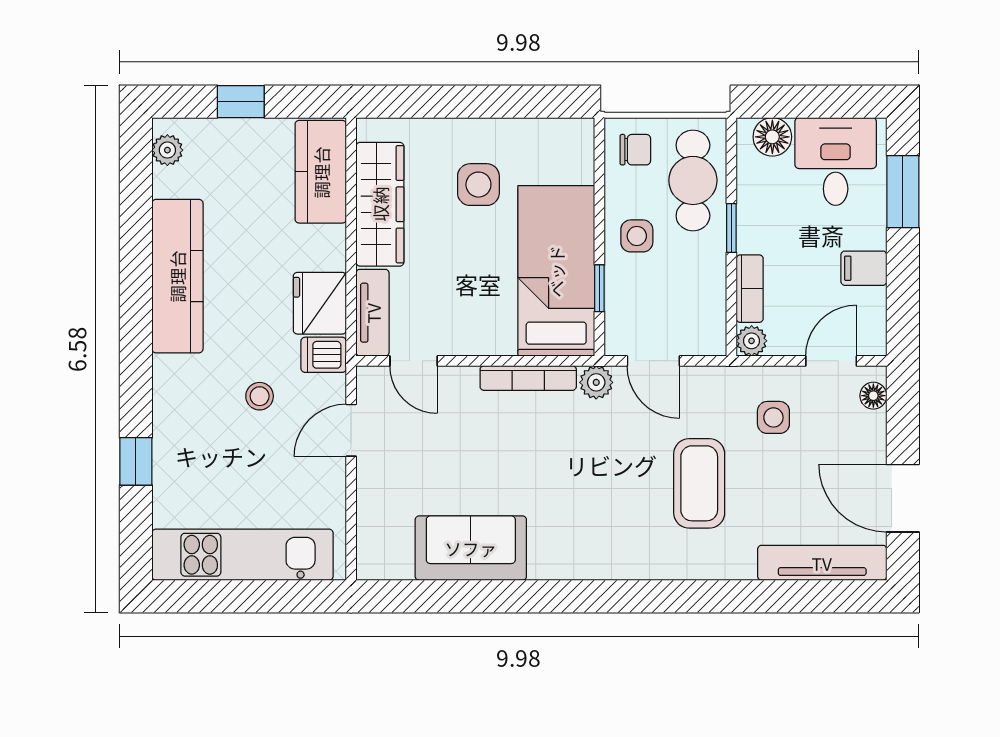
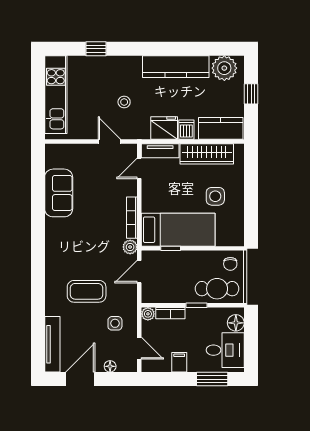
plant: (167, 150) -> (224, 68), width x1.88, depth x1.88
side table: (637, 236) -> (193, 264), removed
dishwasher: (324, 355) -> (186, 130), moved
floor lamp: (873, 396) -> (110, 366), moved

